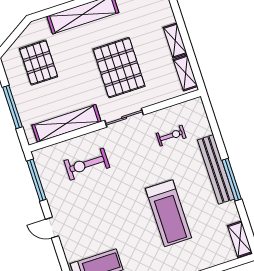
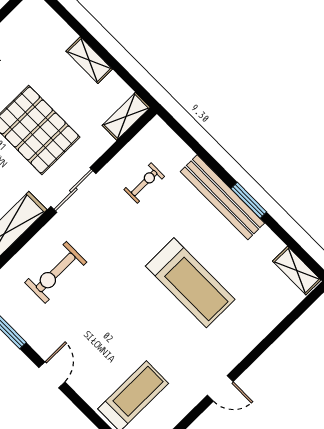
shelving: (185, 73) -> (126, 116), moved, turned 90
window: (232, 180) -> (249, 200), width x0.69
door: (52, 228) -> (52, 375), swing flipped

